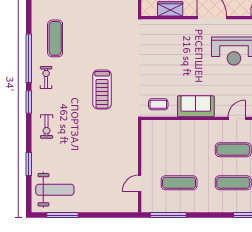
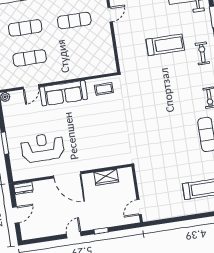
treadmill: (102, 90) -> (165, 45), moved, turned 90
sofa: (196, 106) -> (64, 93), width x1.36

